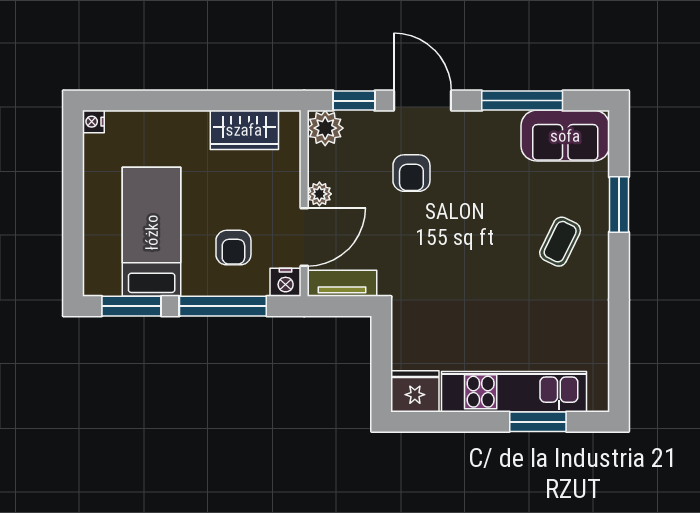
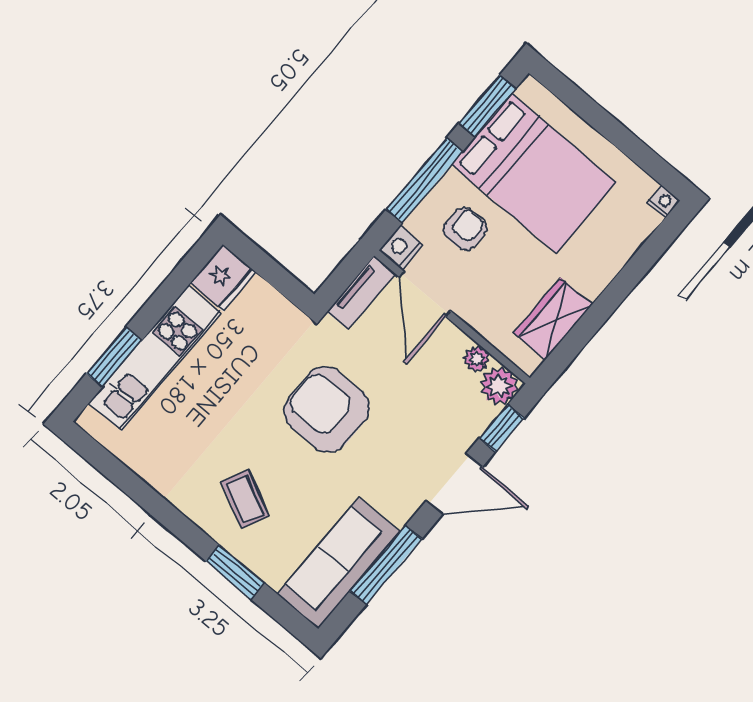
sofa: (565, 136) -> (339, 563), width x1.36
armchair: (411, 173) -> (327, 409), moved, width x1.88, depth x1.88
plant: (319, 194) -> (477, 359), moved
bed: (152, 232) -> (534, 173), width x1.50
armchair: (233, 248) -> (465, 229), turned 90

